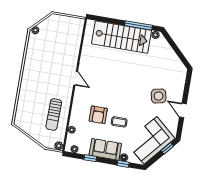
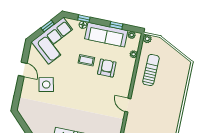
window: (167, 148) -> (48, 26), moved
sofa: (105, 149) -> (106, 35), width x1.36

